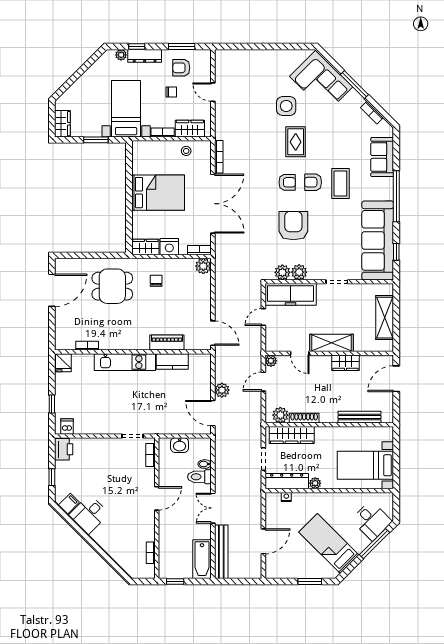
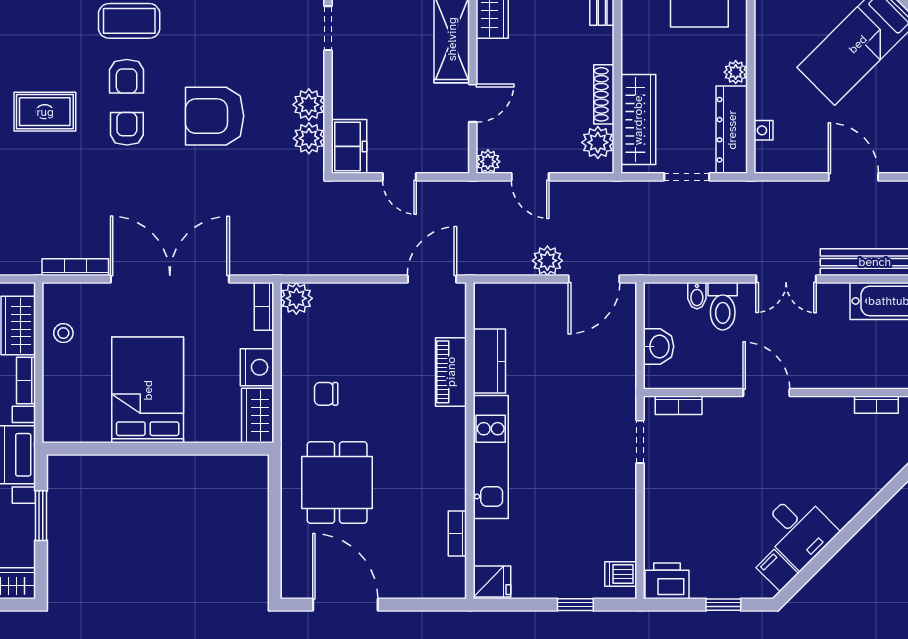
freezer: (291, 294) -> (349, 146), width x0.52, depth x0.79

